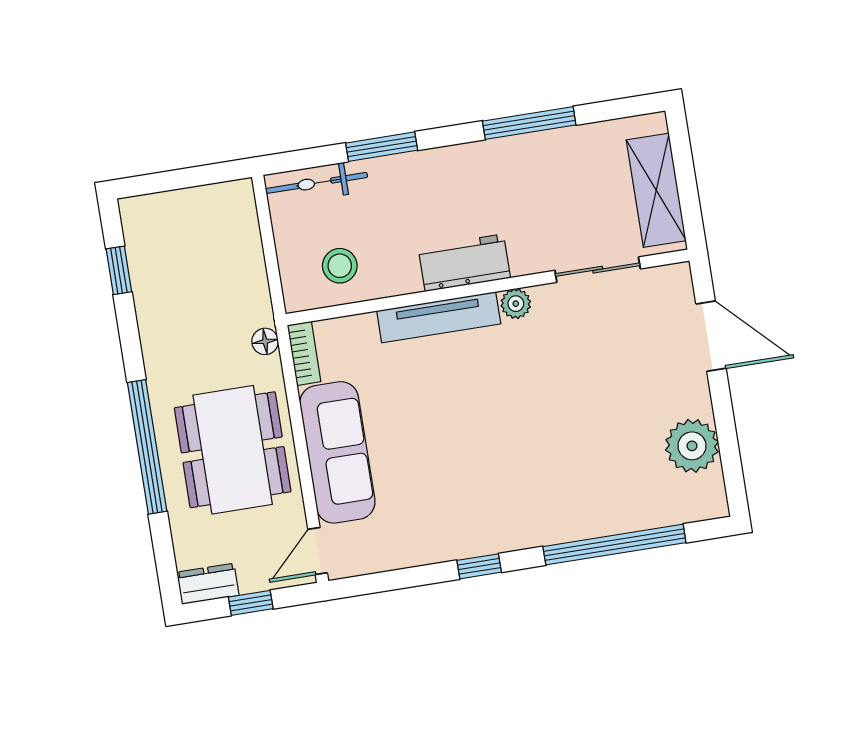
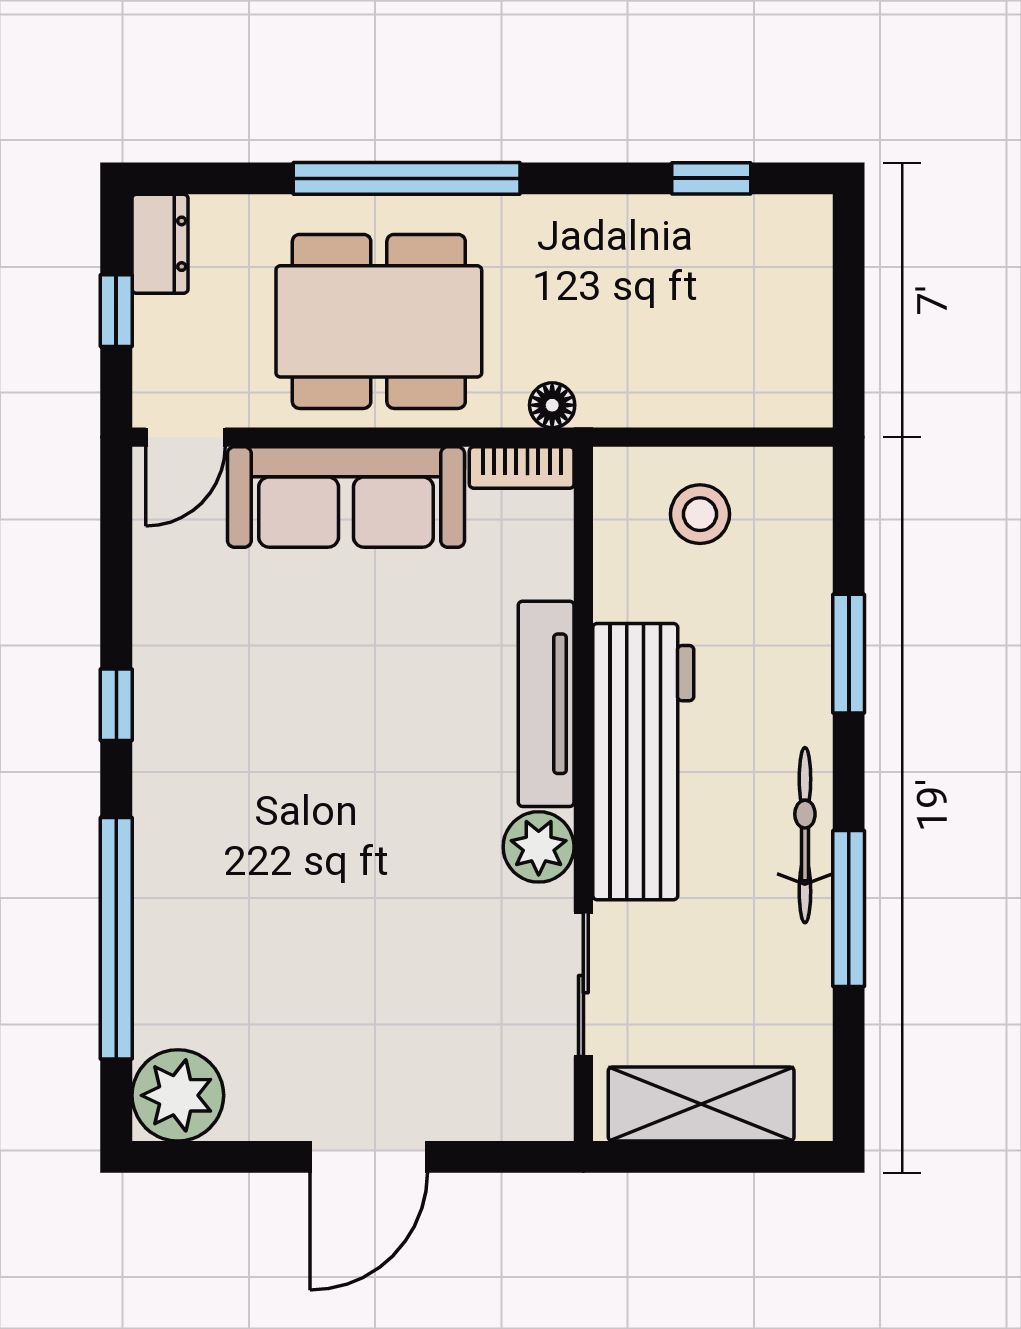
bicycle: (316, 183) -> (805, 835), moved
workbench: (464, 263) -> (643, 762), width x1.88, depth x1.32
stool: (340, 266) -> (700, 514), moved
plant: (516, 304) -> (539, 847), width x1.38, depth x1.38
door: (711, 336) -> (369, 1157), moved
plant: (692, 446) -> (178, 1095), moved
door: (318, 551) -> (185, 437), swing flipped

